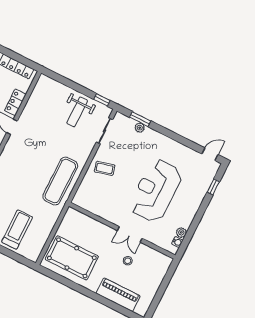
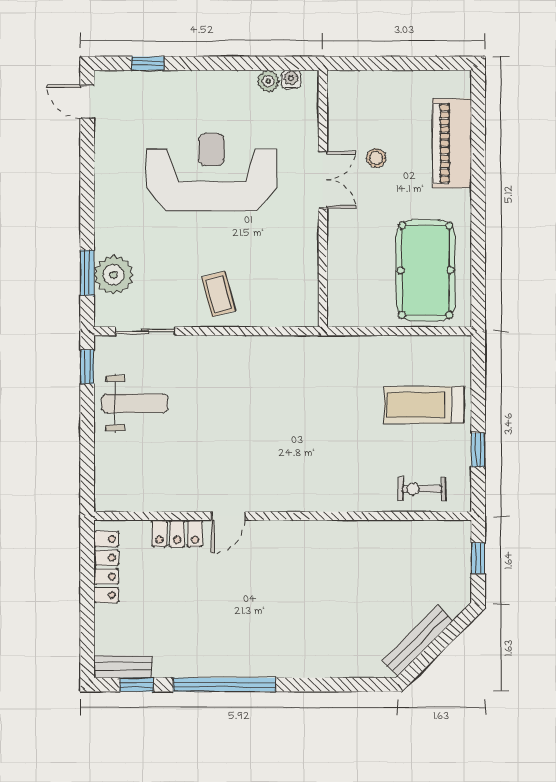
plant: (140, 128) -> (114, 275), width x1.88, depth x1.88
exercise mat: (60, 181) -> (287, 368), removed
reception desk: (156, 191) -> (212, 172), turned 180

